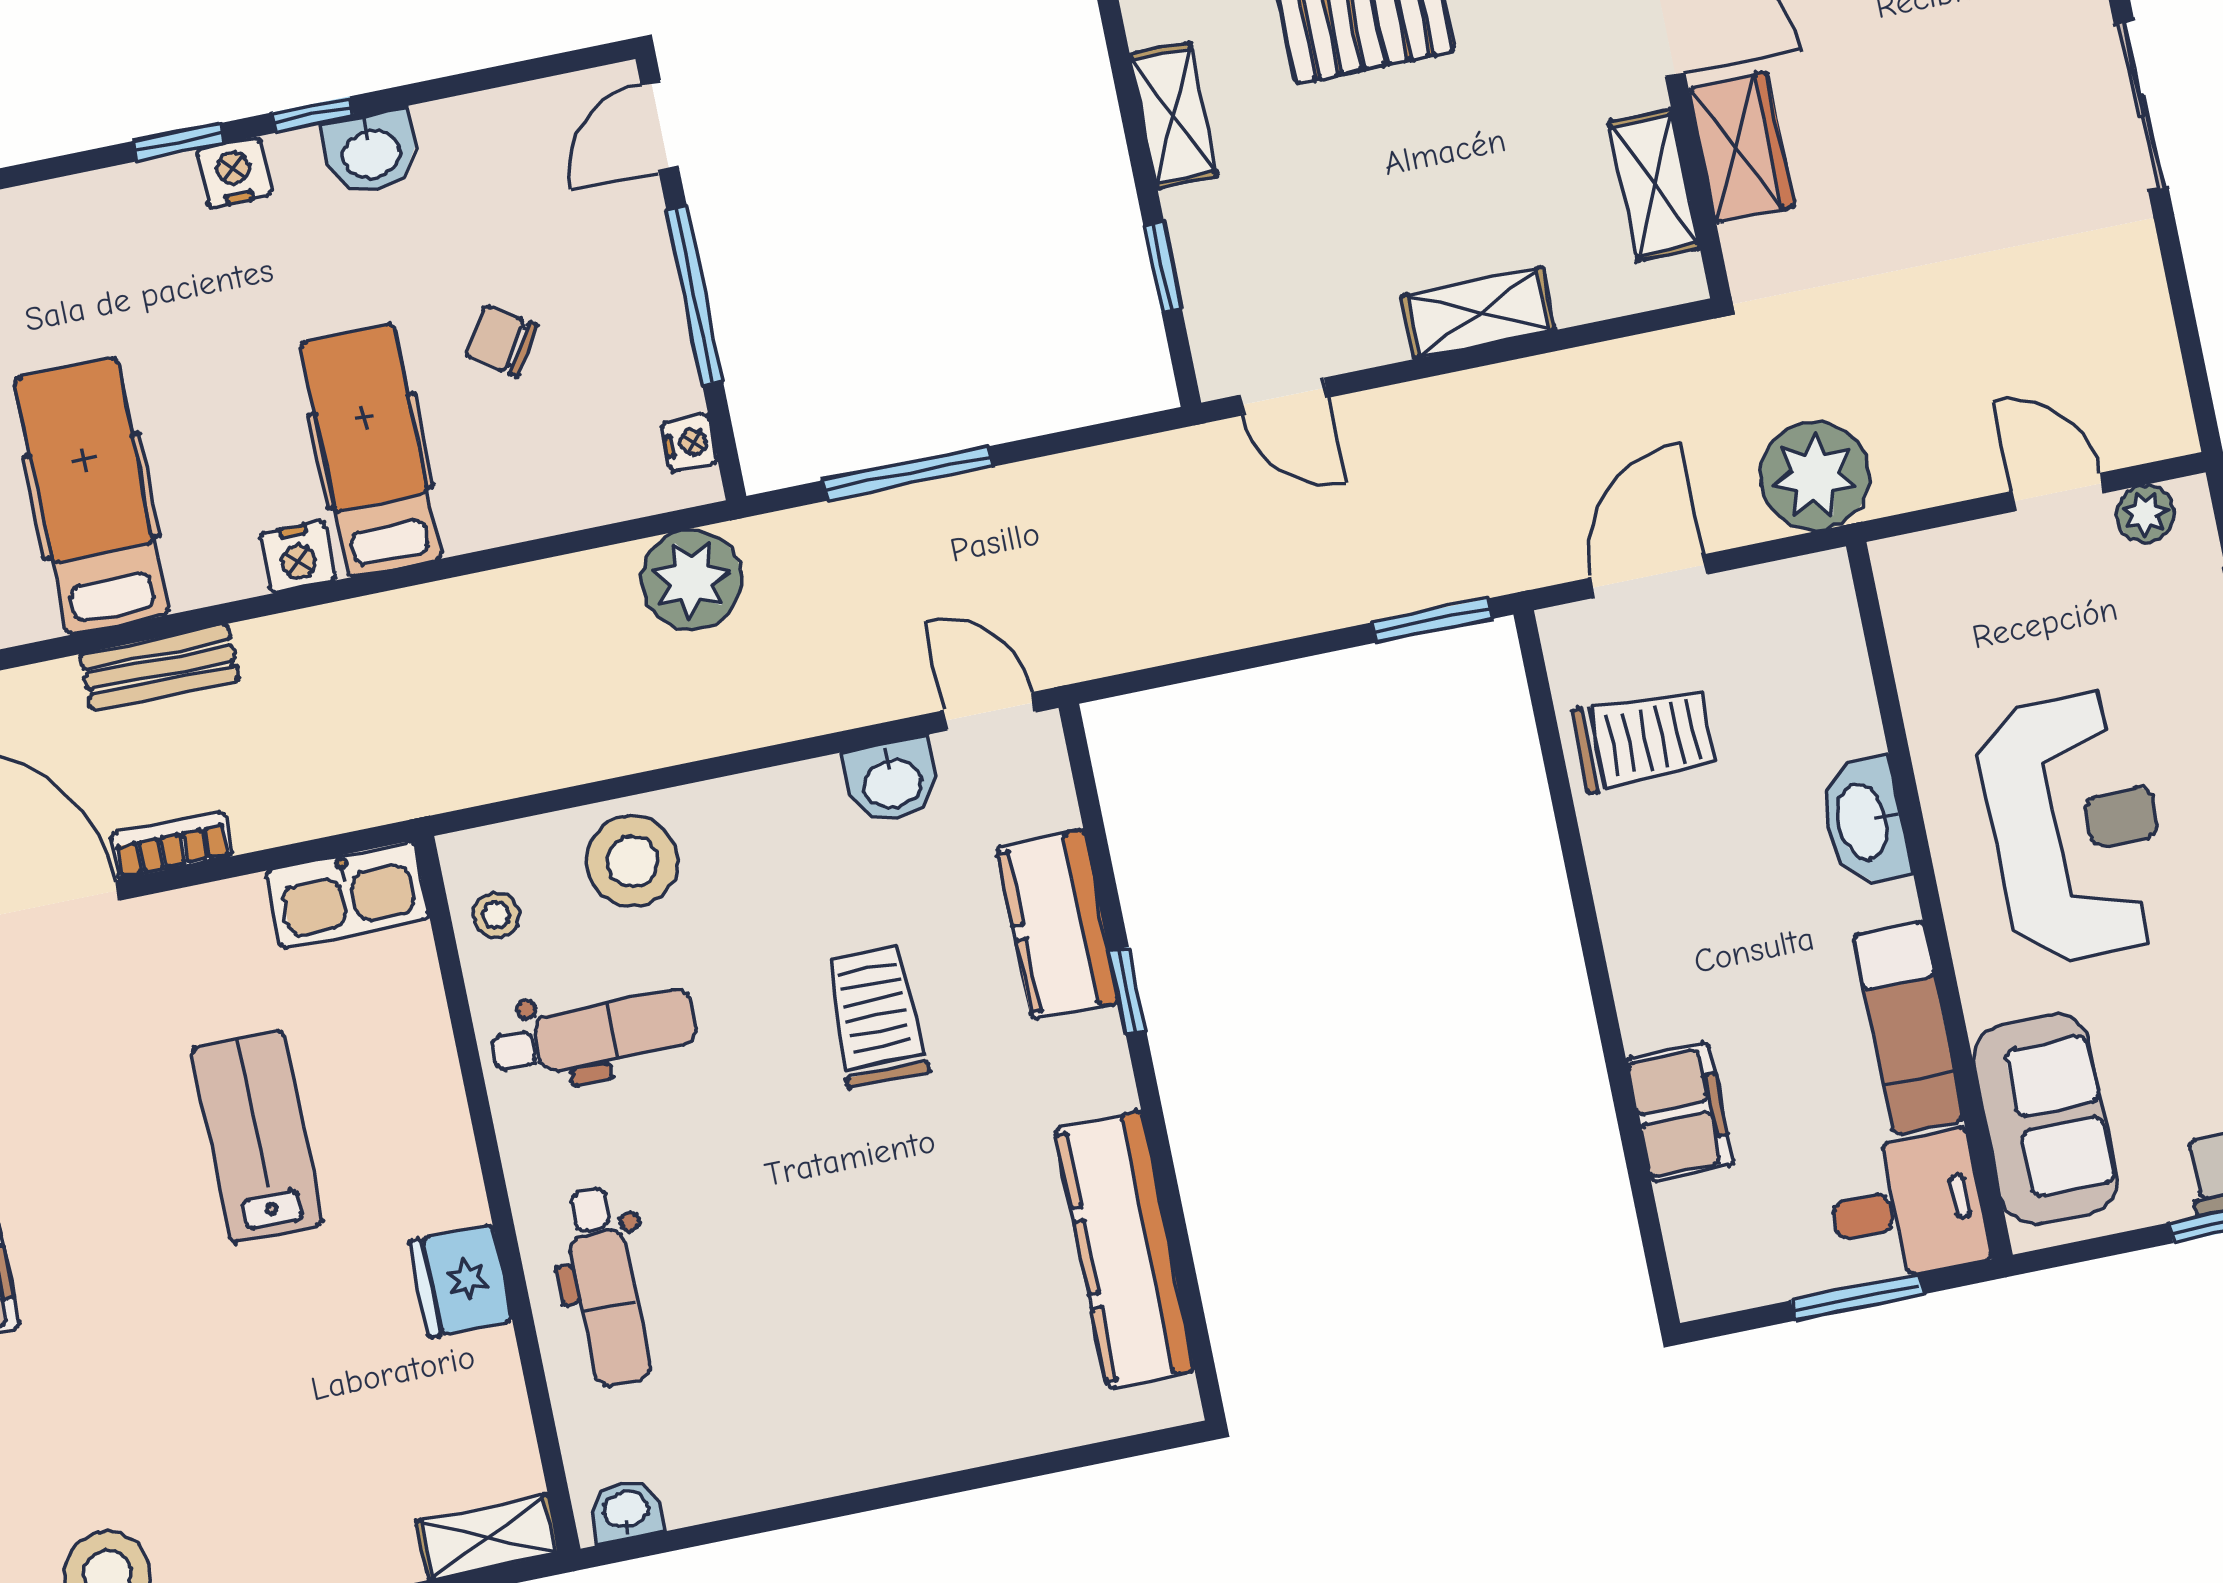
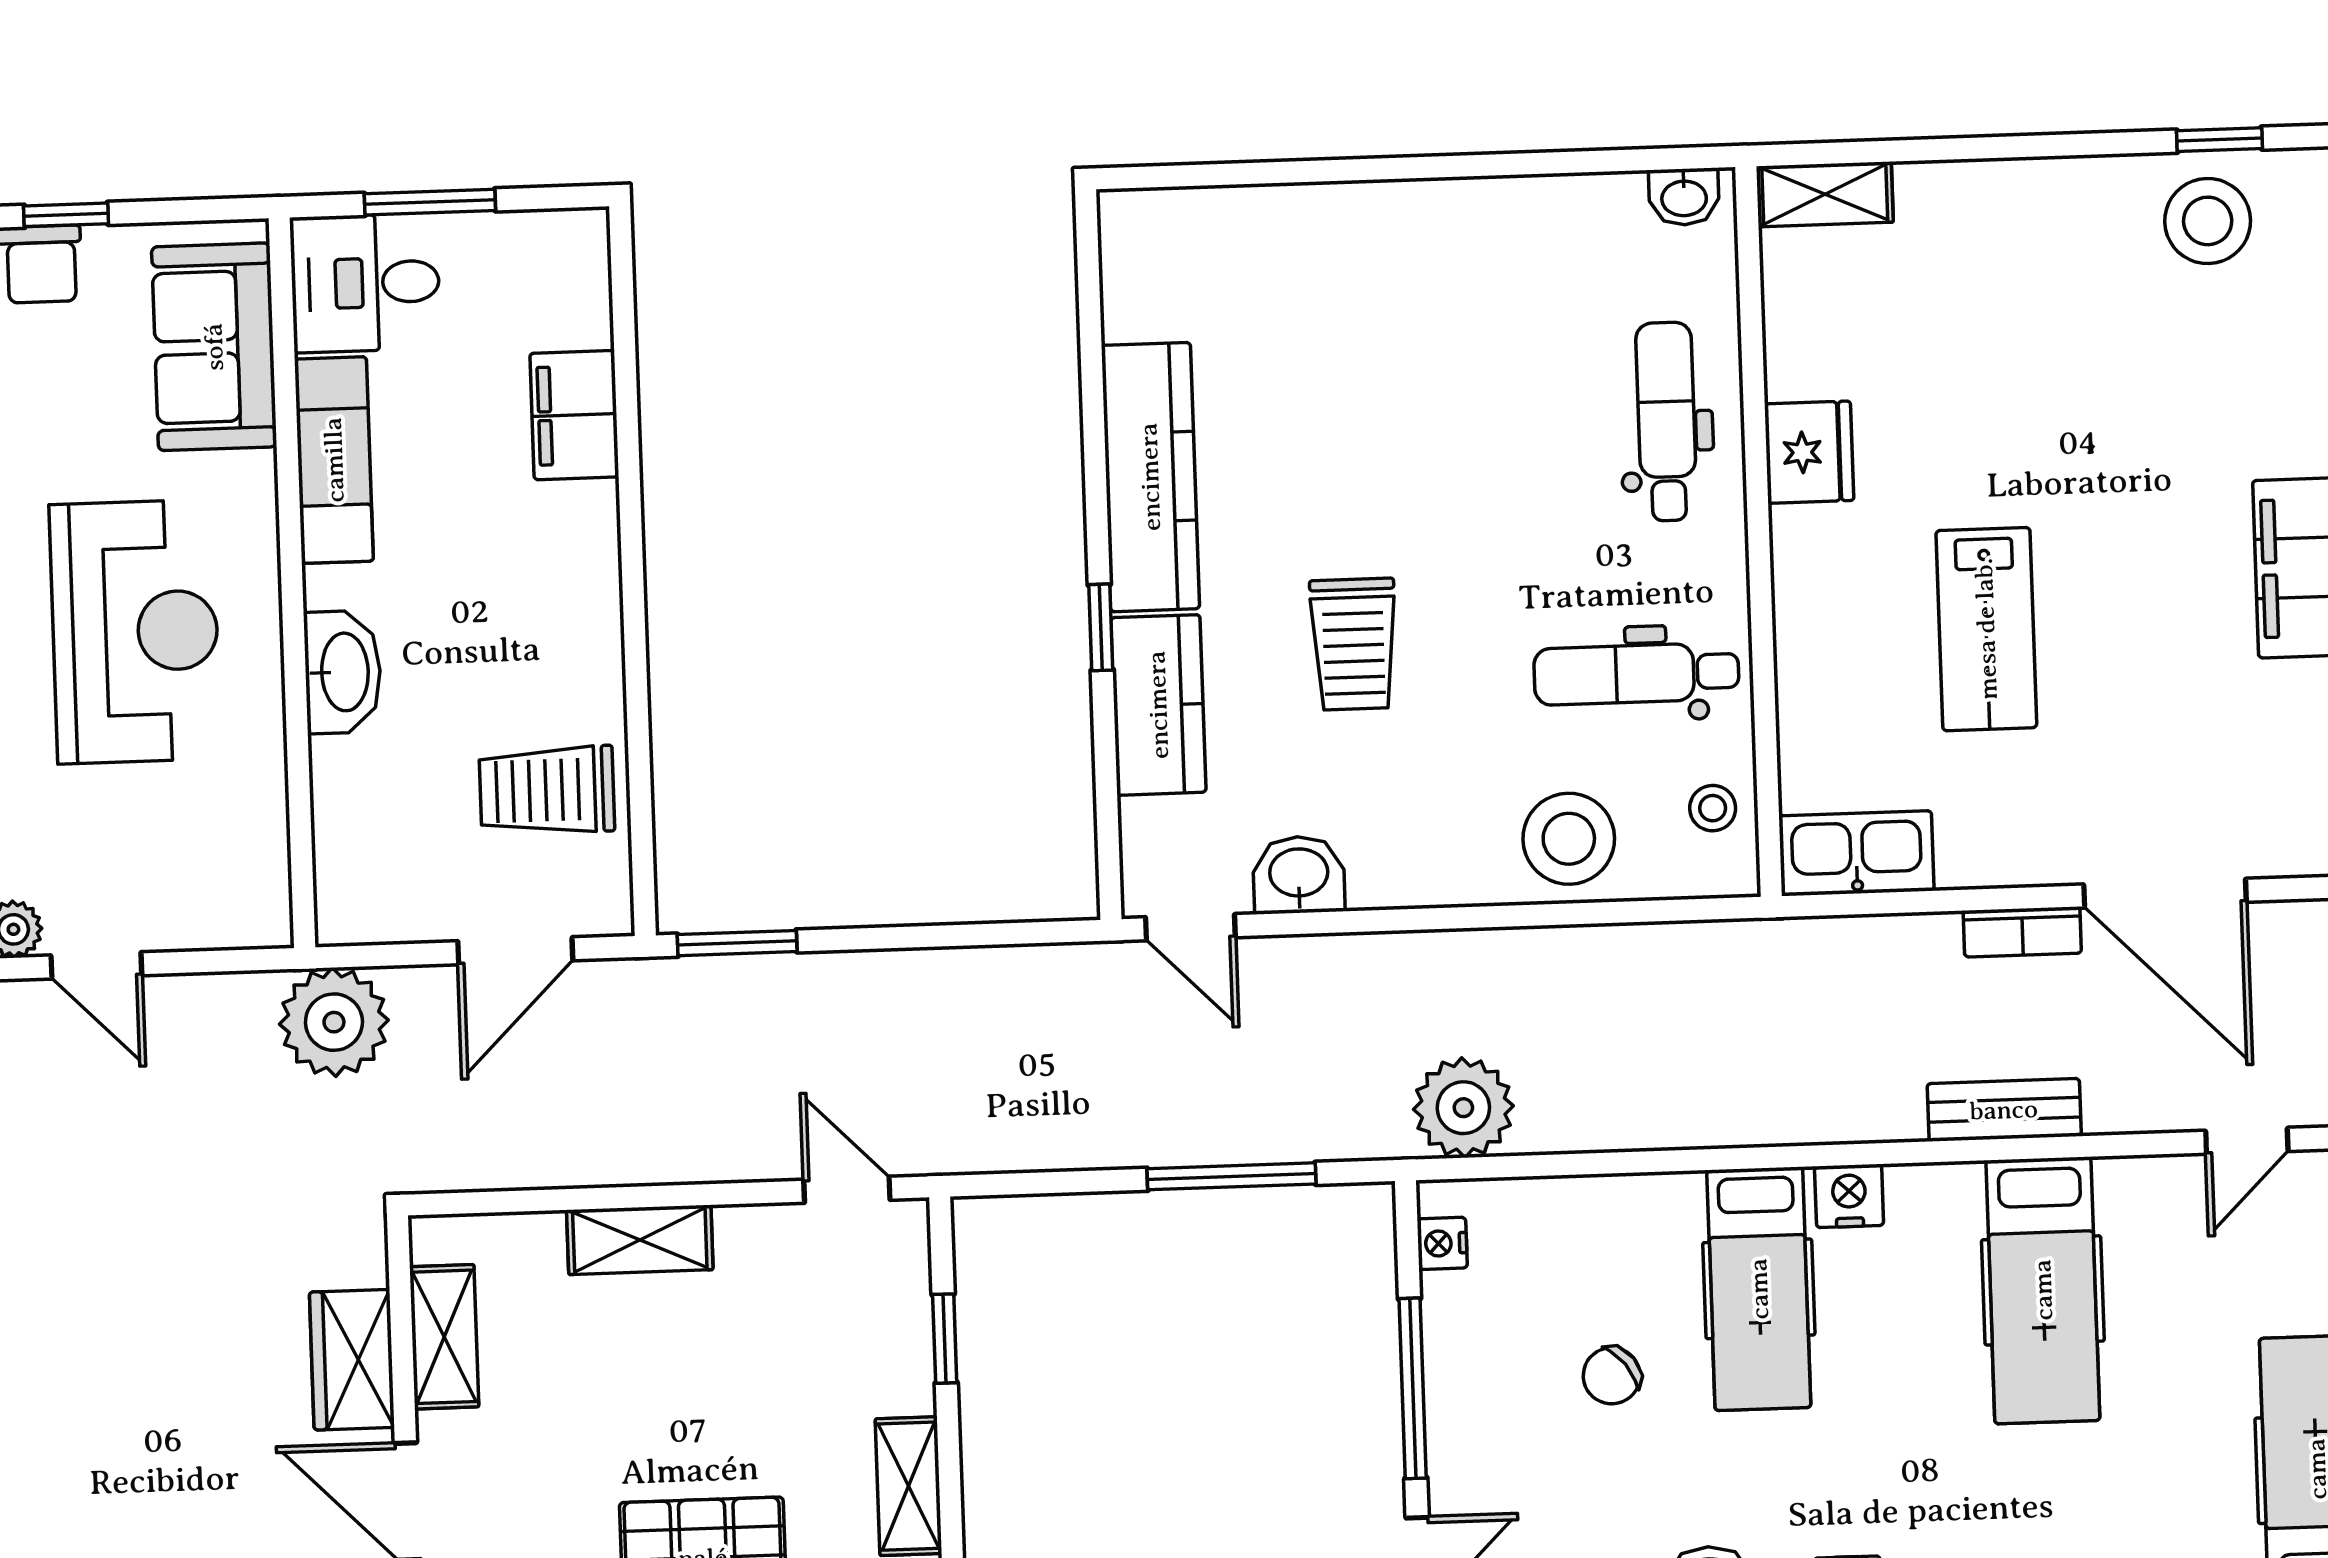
chair: (501, 341) -> (1612, 1376), turned 109
reception desk: (2075, 826) -> (135, 632), turned 180
kitchen counter: (1125, 1250) -> (1150, 477), moved

